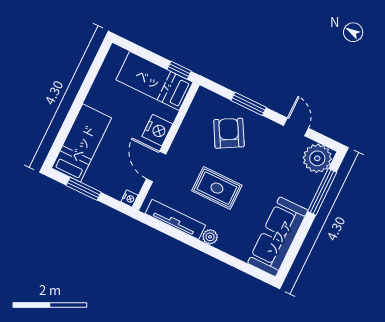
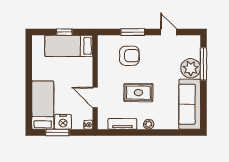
window: (179, 70) -> (64, 32), moved
nightstand: (157, 130) -> (63, 122), moved, turned 90
armchair: (229, 133) -> (129, 56), turned 119
plant: (317, 158) -> (191, 68), moved
tv unit: (175, 219) -> (122, 124), width x0.71

